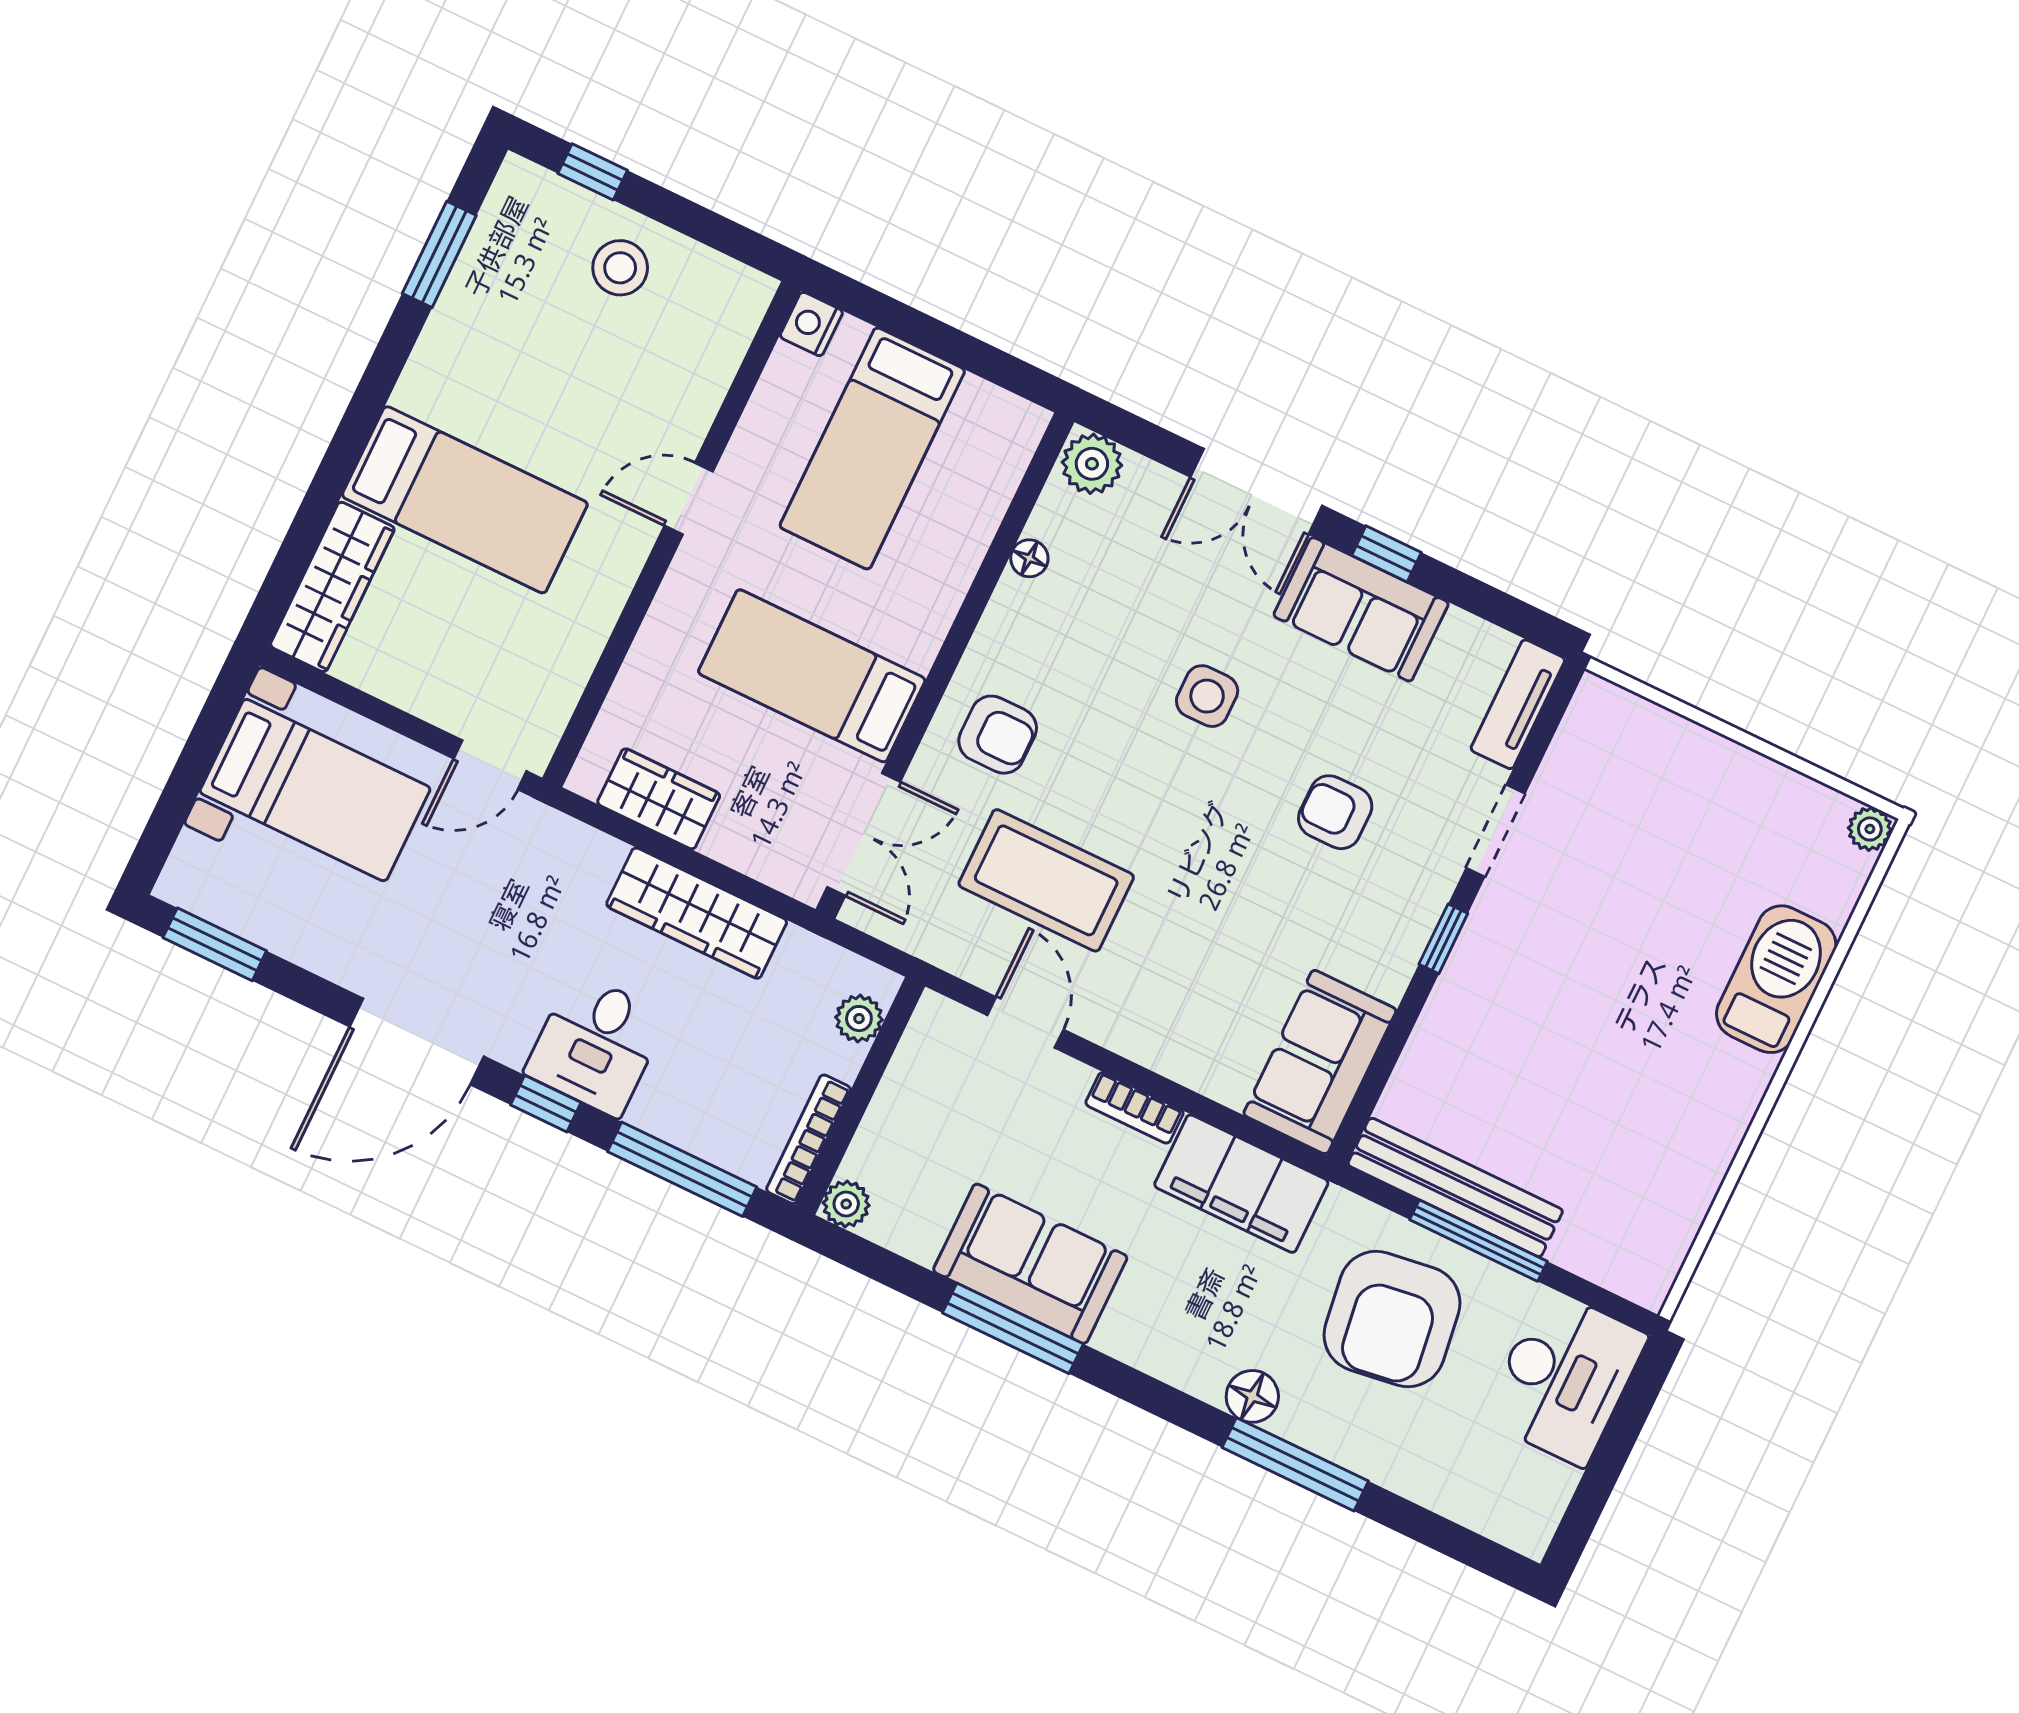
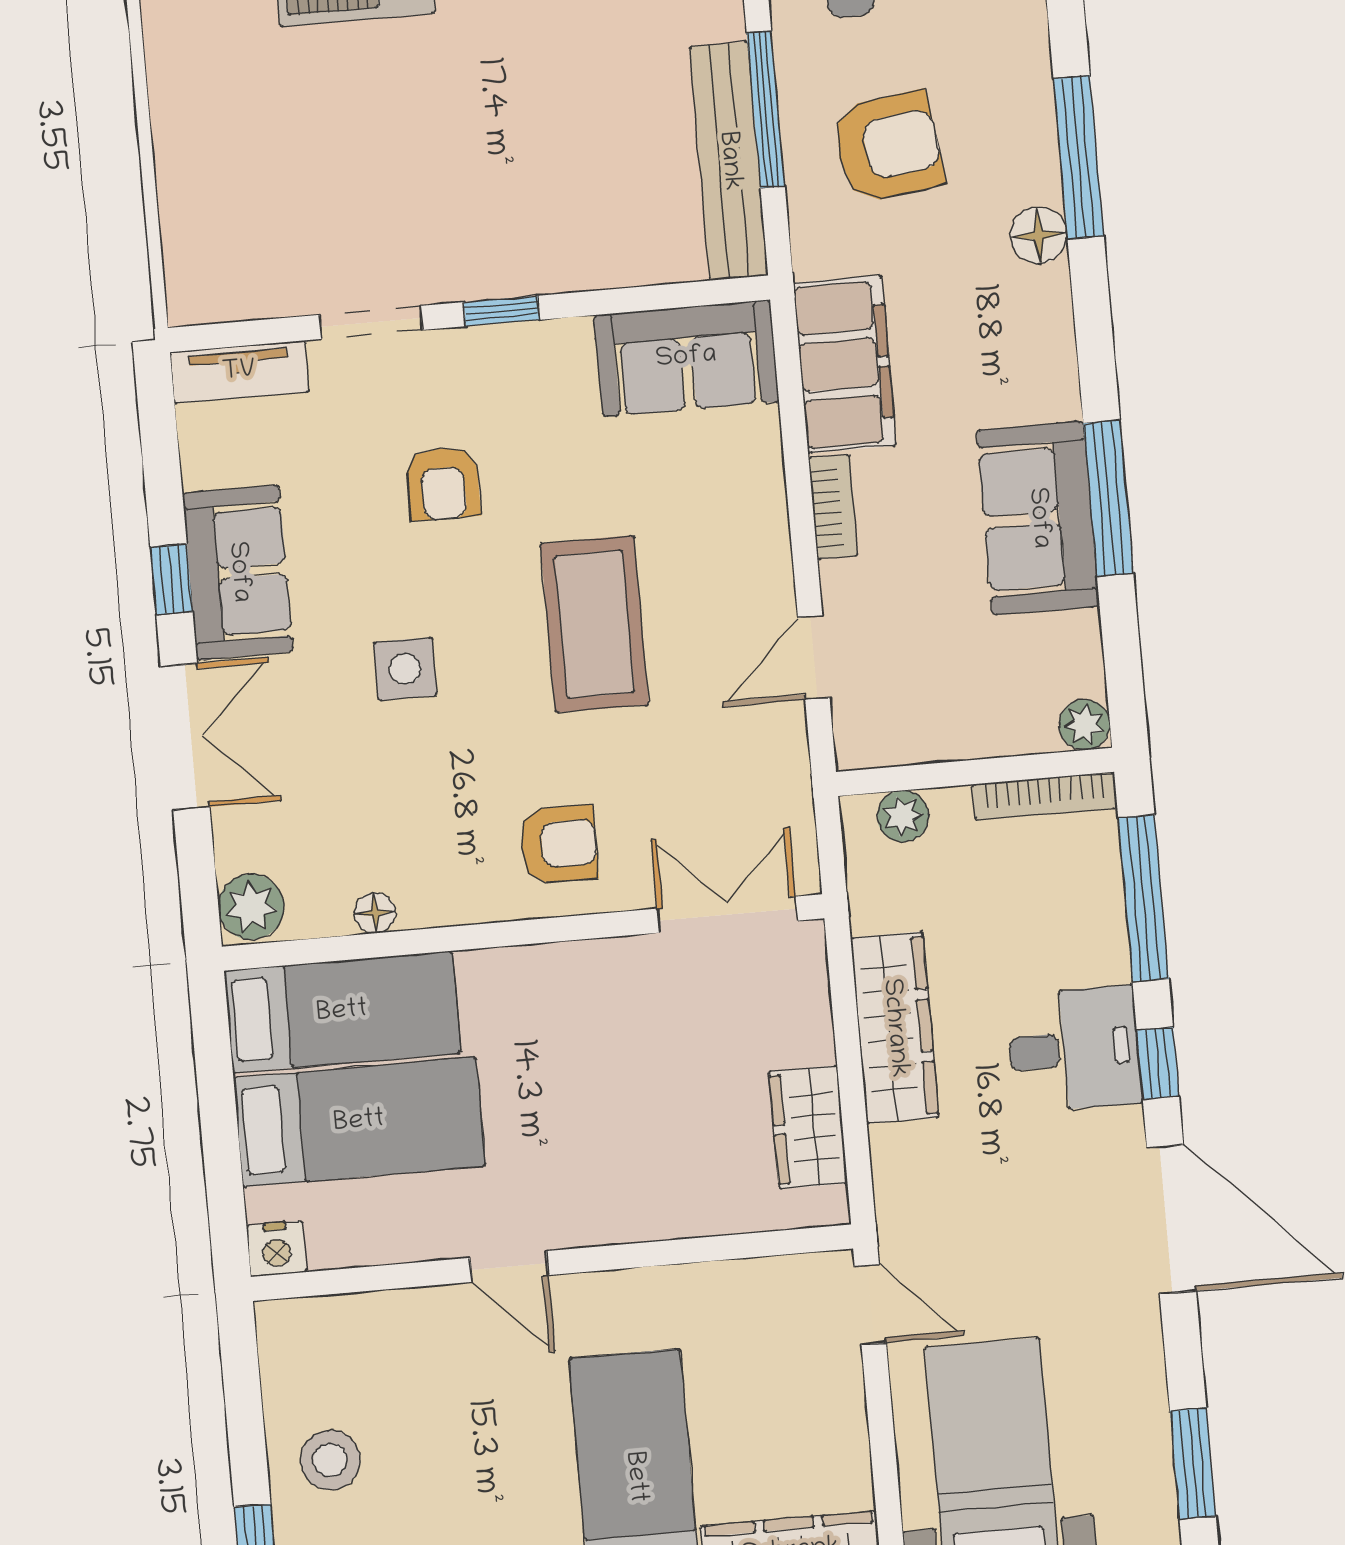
bed: (812, 676) -> (342, 1012), moved, turned -90
armchair: (998, 735) -> (558, 844), turned 90
coffee table: (1046, 880) -> (595, 624), moved
armchair: (1392, 1319) -> (888, 147), width x0.73, depth x0.73

